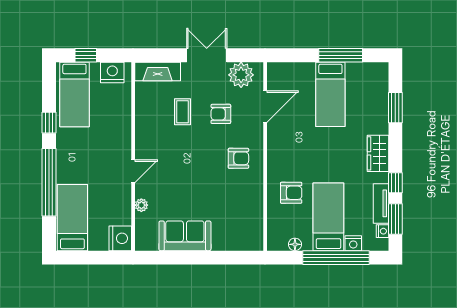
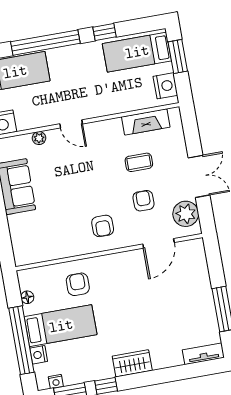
window: (86, 55) -> (178, 56), width x1.50
fireplace: (158, 72) -> (146, 122), moved, turned -90
bed: (330, 94) -> (182, 306), removed
door: (265, 107) -> (159, 243), hinge flipped
window: (395, 108) -> (181, 373), removed
armchair: (291, 193) -> (78, 284), turned 180
tv unit: (381, 203) -> (203, 354), moved

